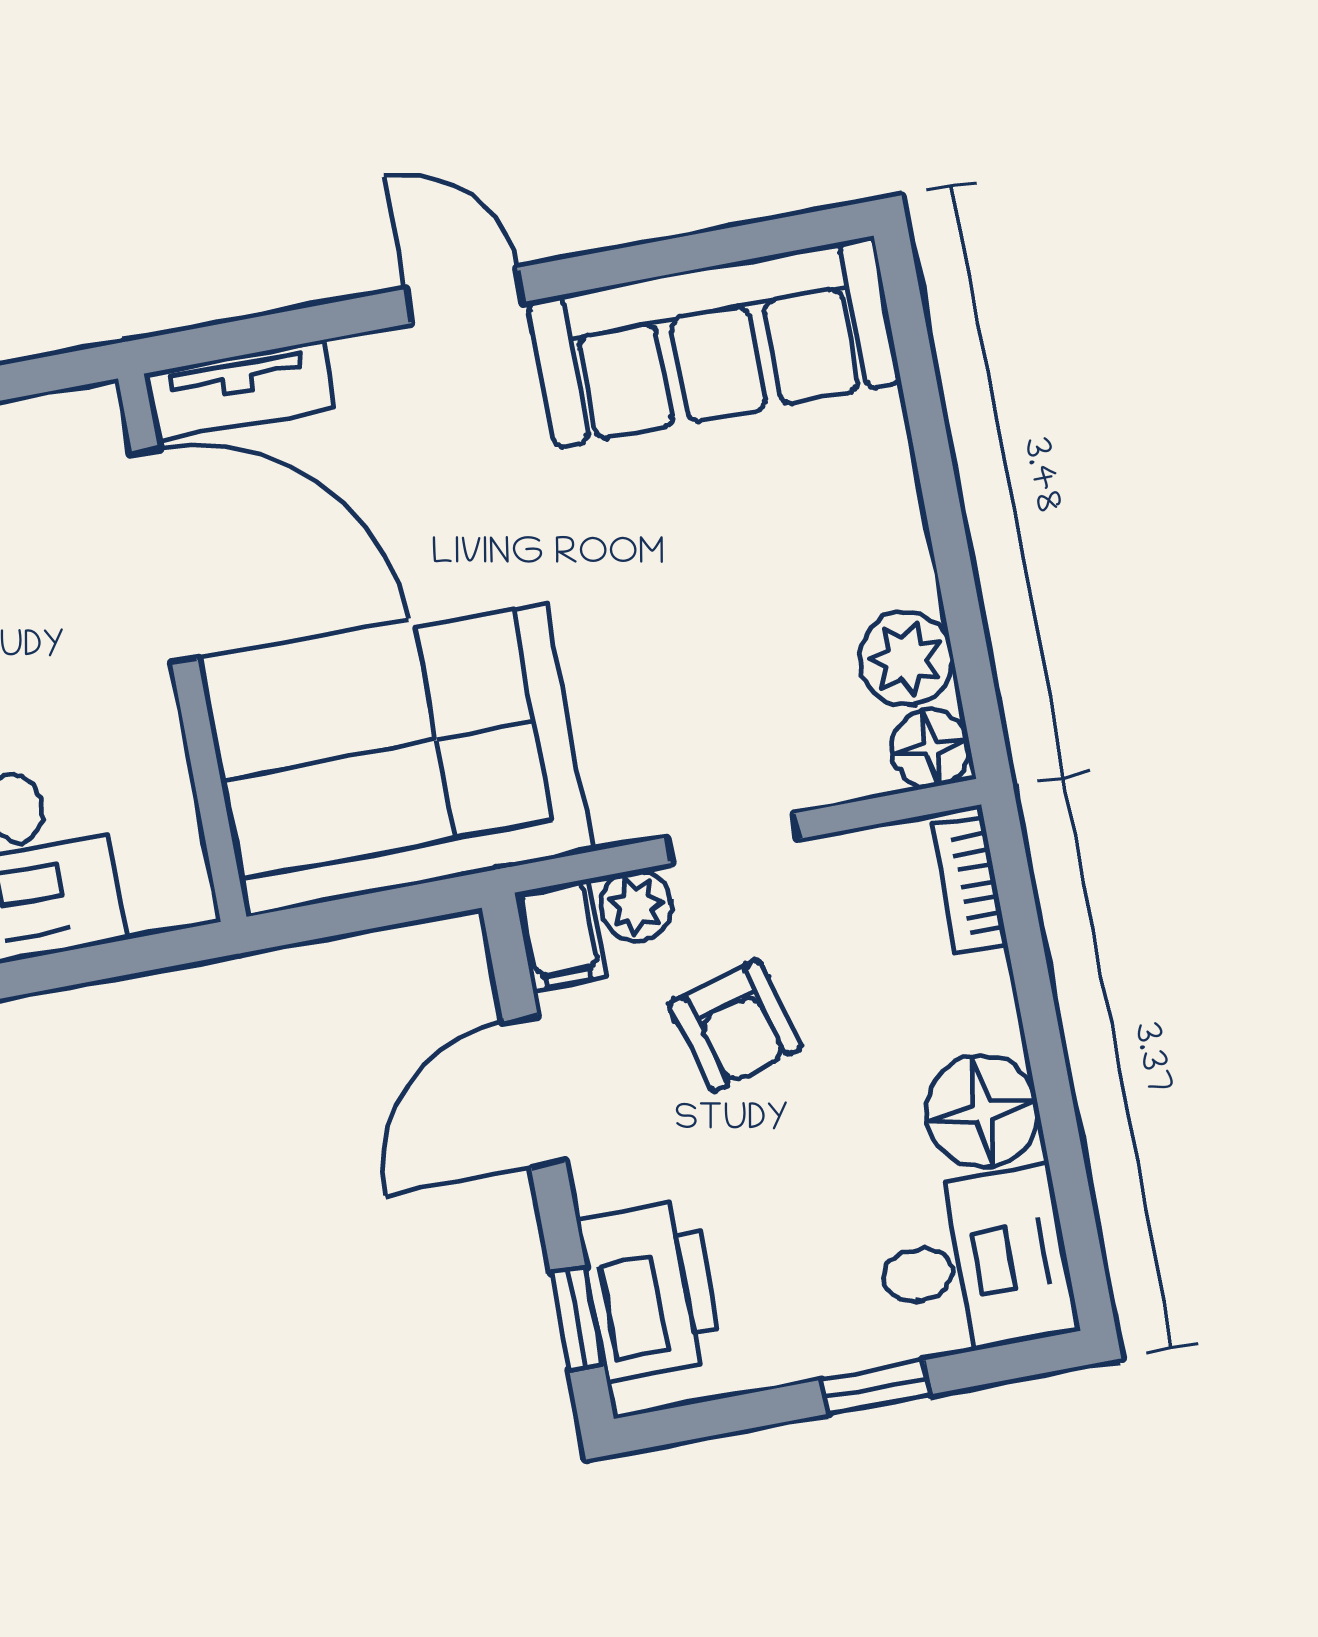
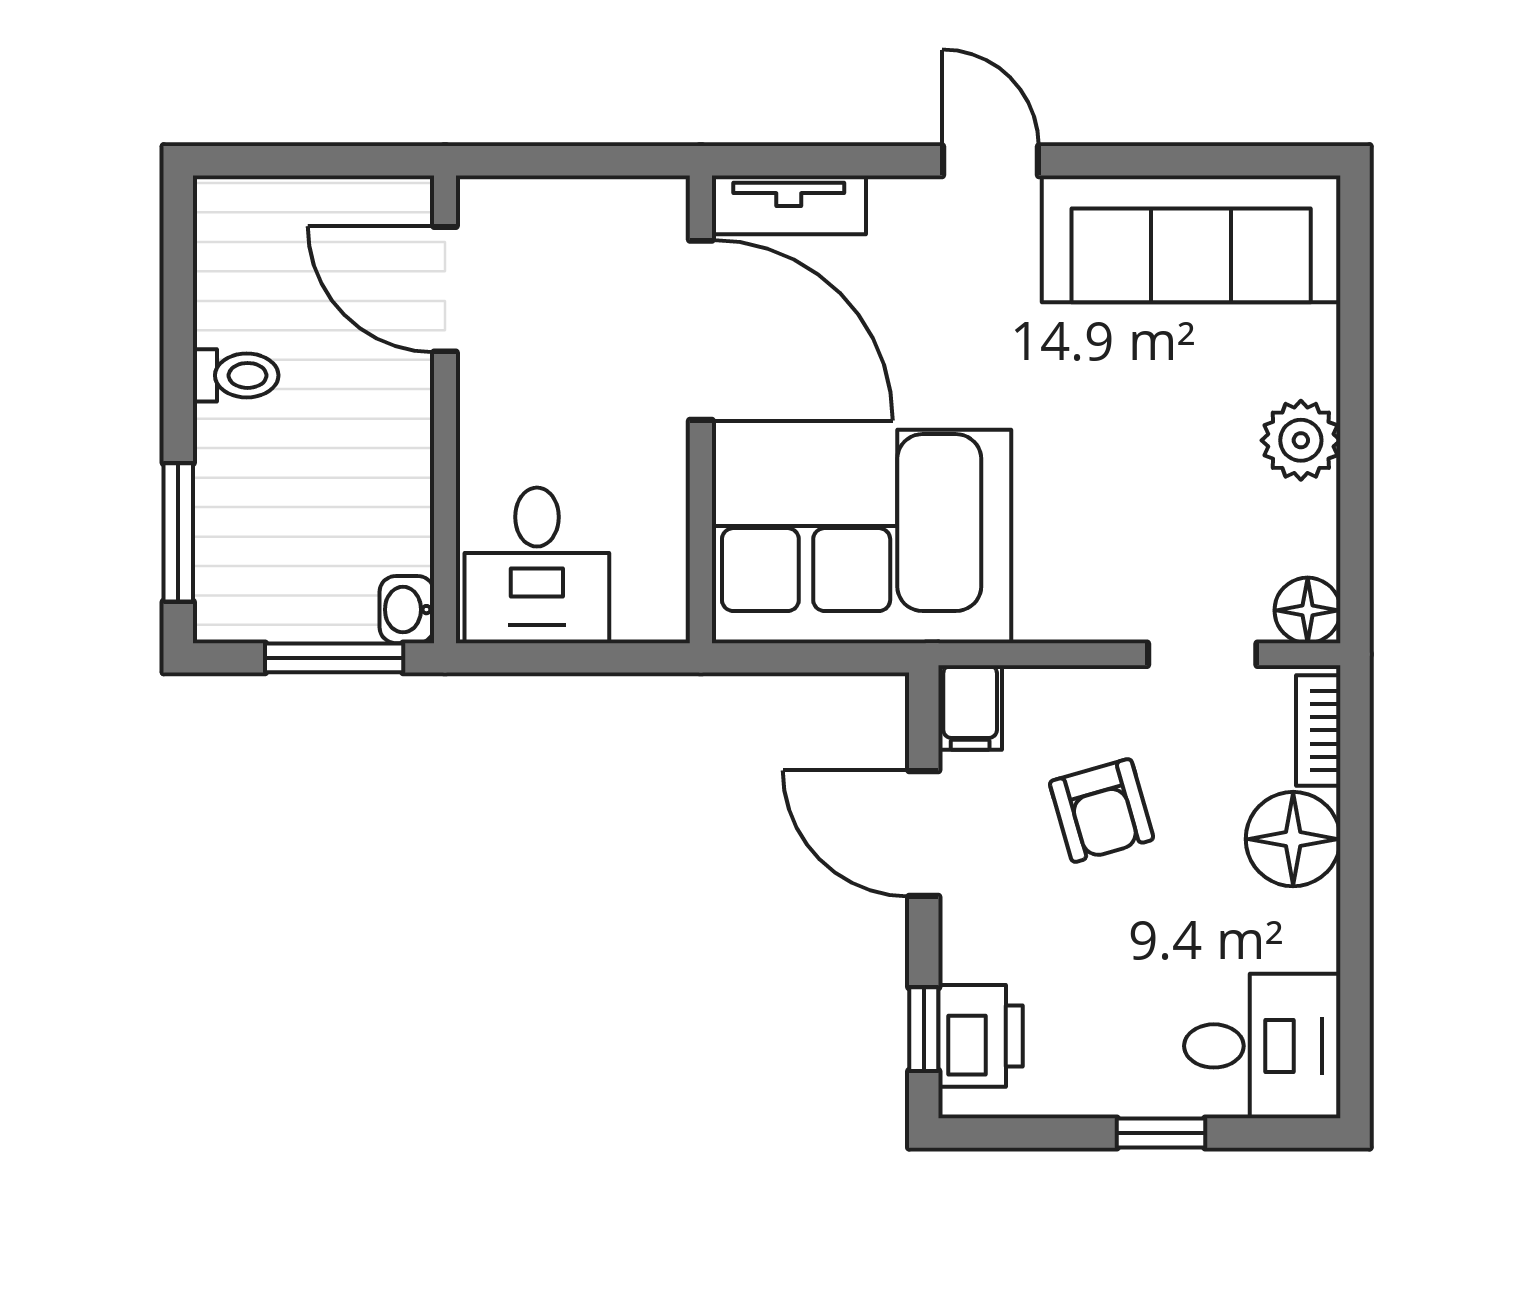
plant: (906, 659) -> (1301, 440), moved
doorway: (732, 838) -> (1202, 654), moved
plant: (636, 906) -> (1038, 695), removed
door: (534, 1091) -> (924, 834), hinge flipped
floor lamp: (982, 1111) -> (1293, 839), moved
printer: (650, 1290) -> (981, 1036), width x0.73, depth x0.84

